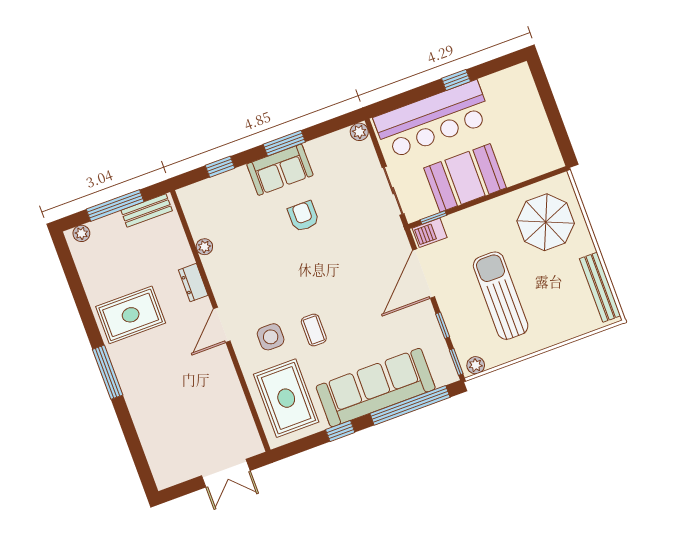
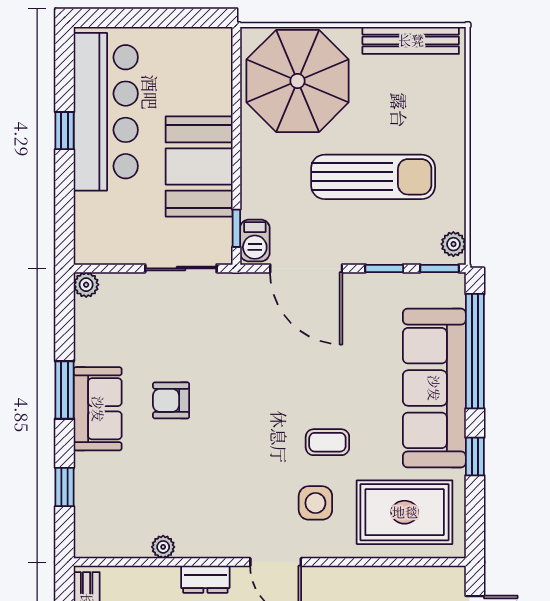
bar counter: (433, 120) -> (106, 112), moved
parasol: (546, 222) -> (298, 81), width x1.36, depth x1.36
sun lounger: (501, 296) -> (373, 177), turned 180

